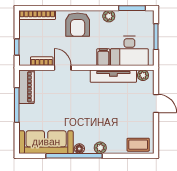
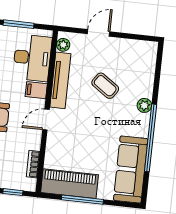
door: (63, 68) -> (46, 120), moved
piano: (27, 87) -> (70, 184), width x1.37, depth x1.33
coffee table: (138, 145) -> (105, 86), moved, turned -55
floor lamp: (79, 149) -> (143, 131), removed

